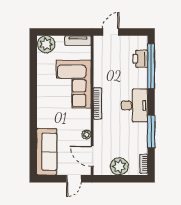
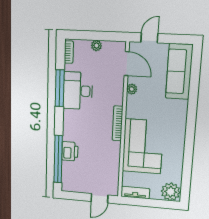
printer: (140, 59) -> (70, 151), moved
desk: (135, 105) -> (78, 91), moved
plant: (119, 166) -> (96, 46), width x0.53, depth x0.53

